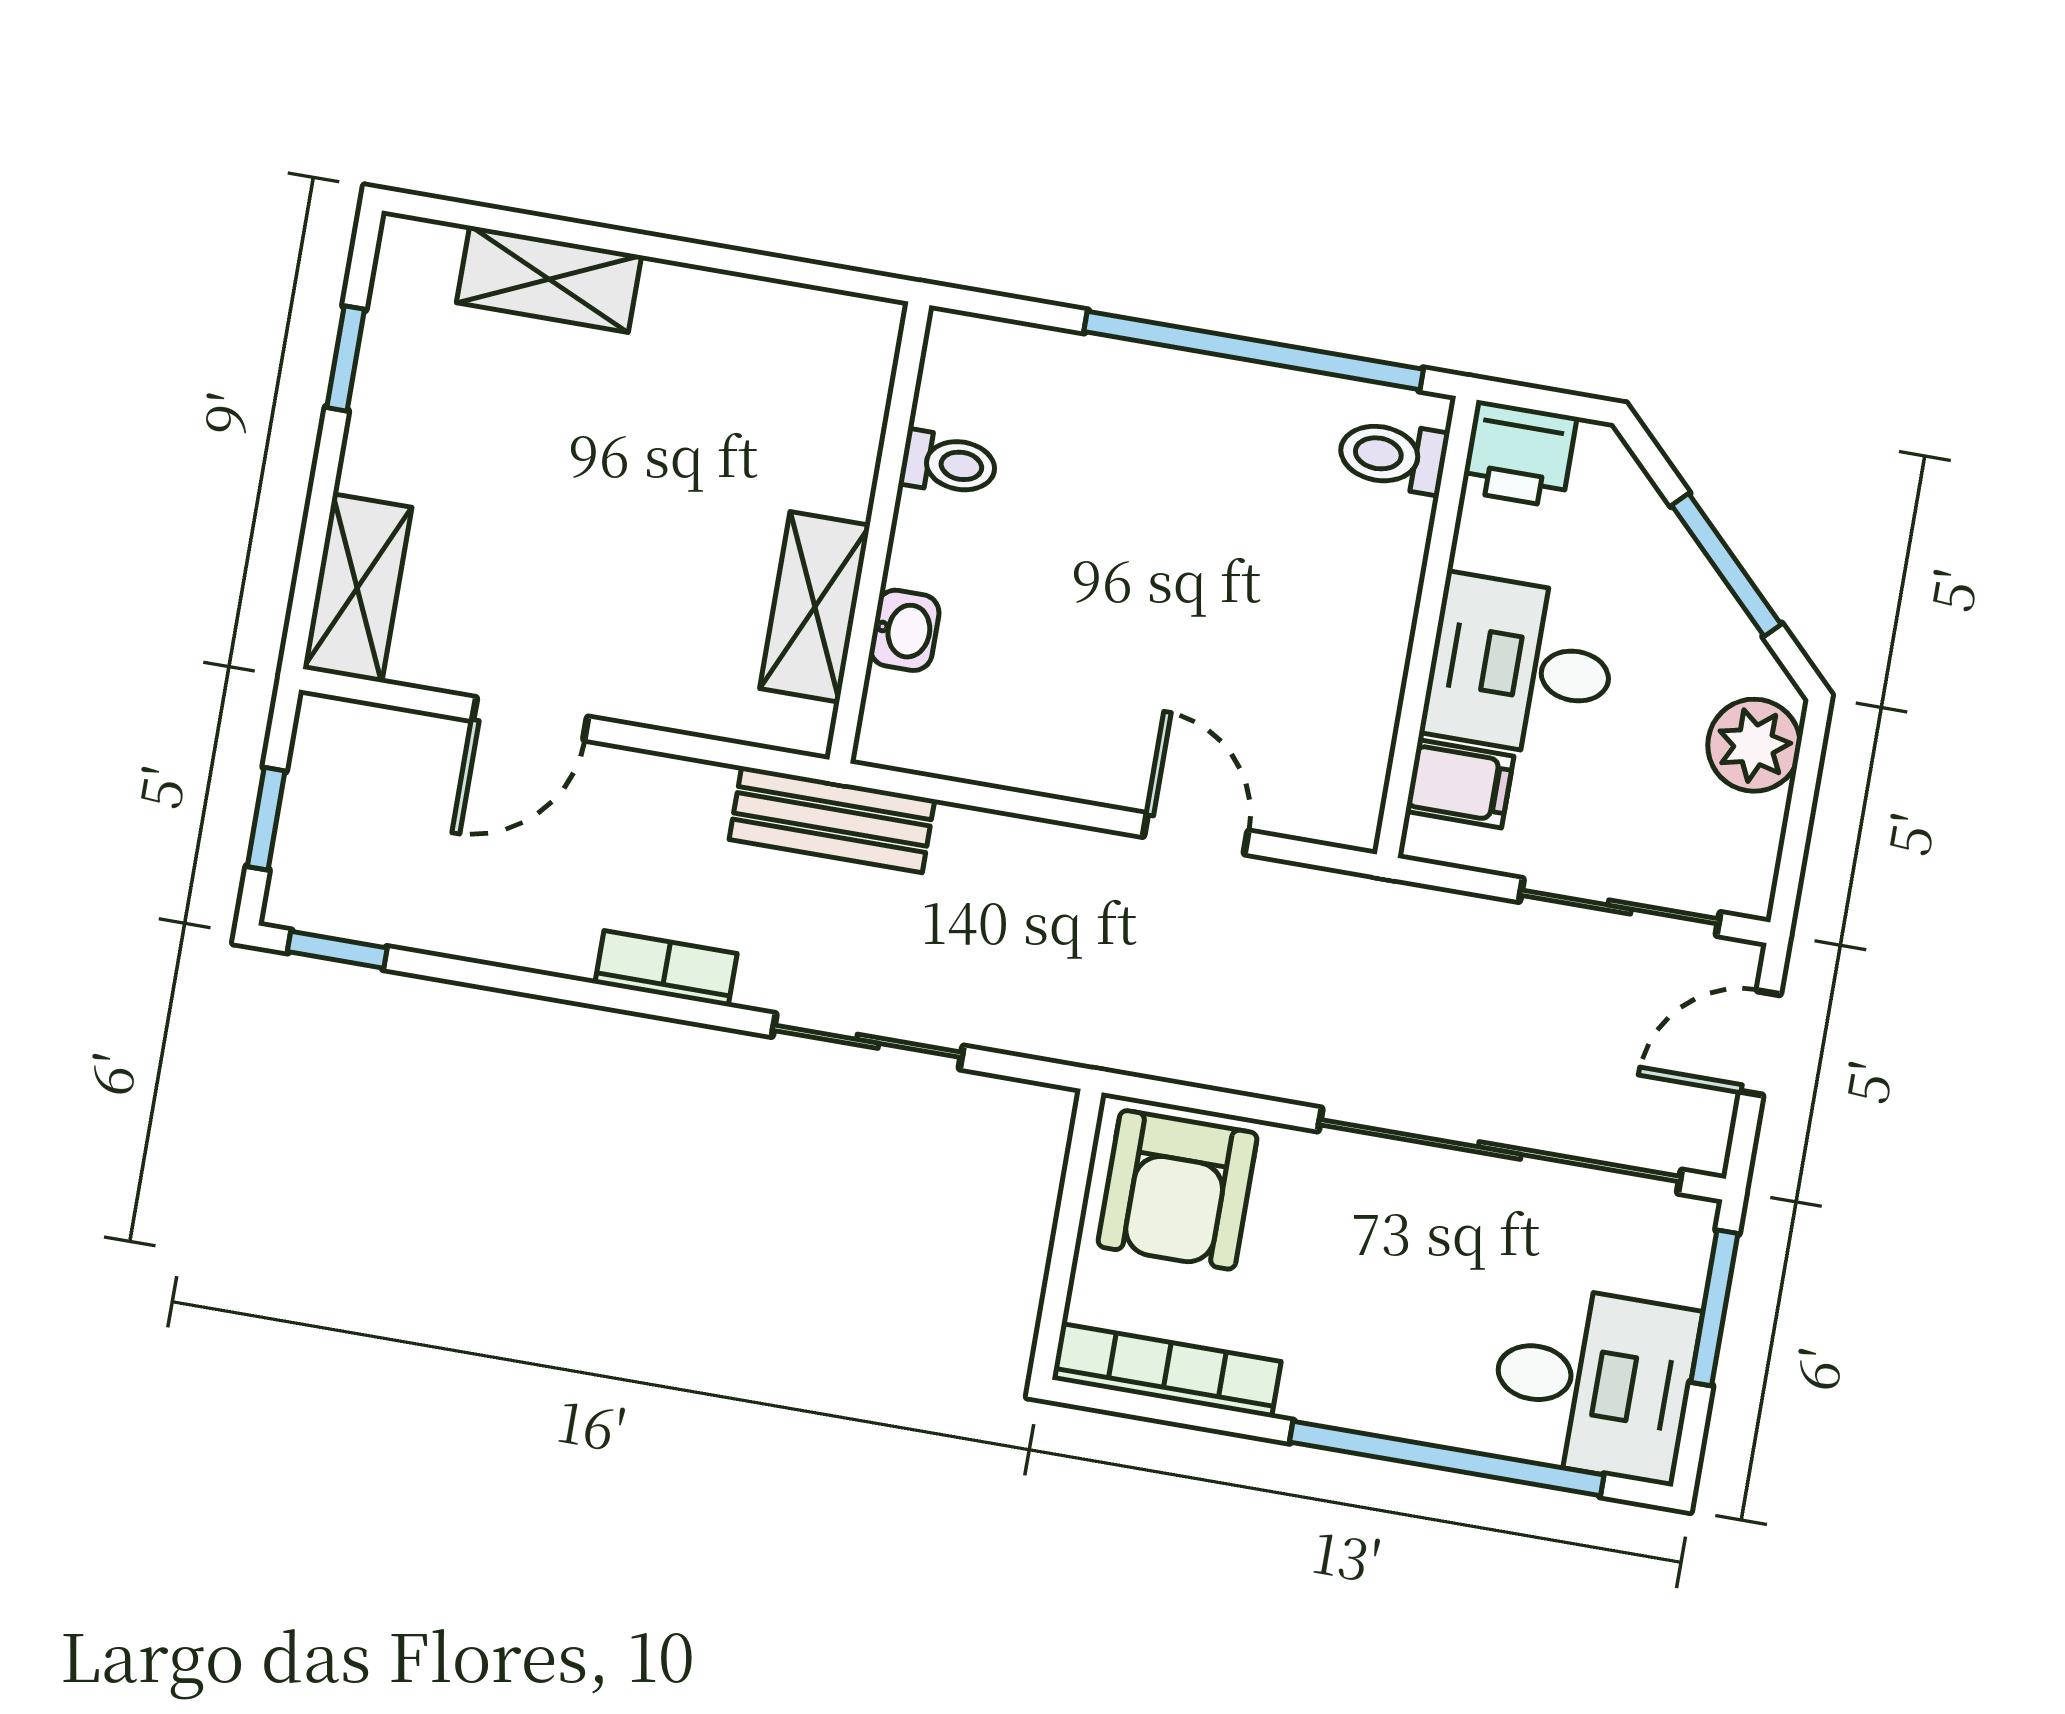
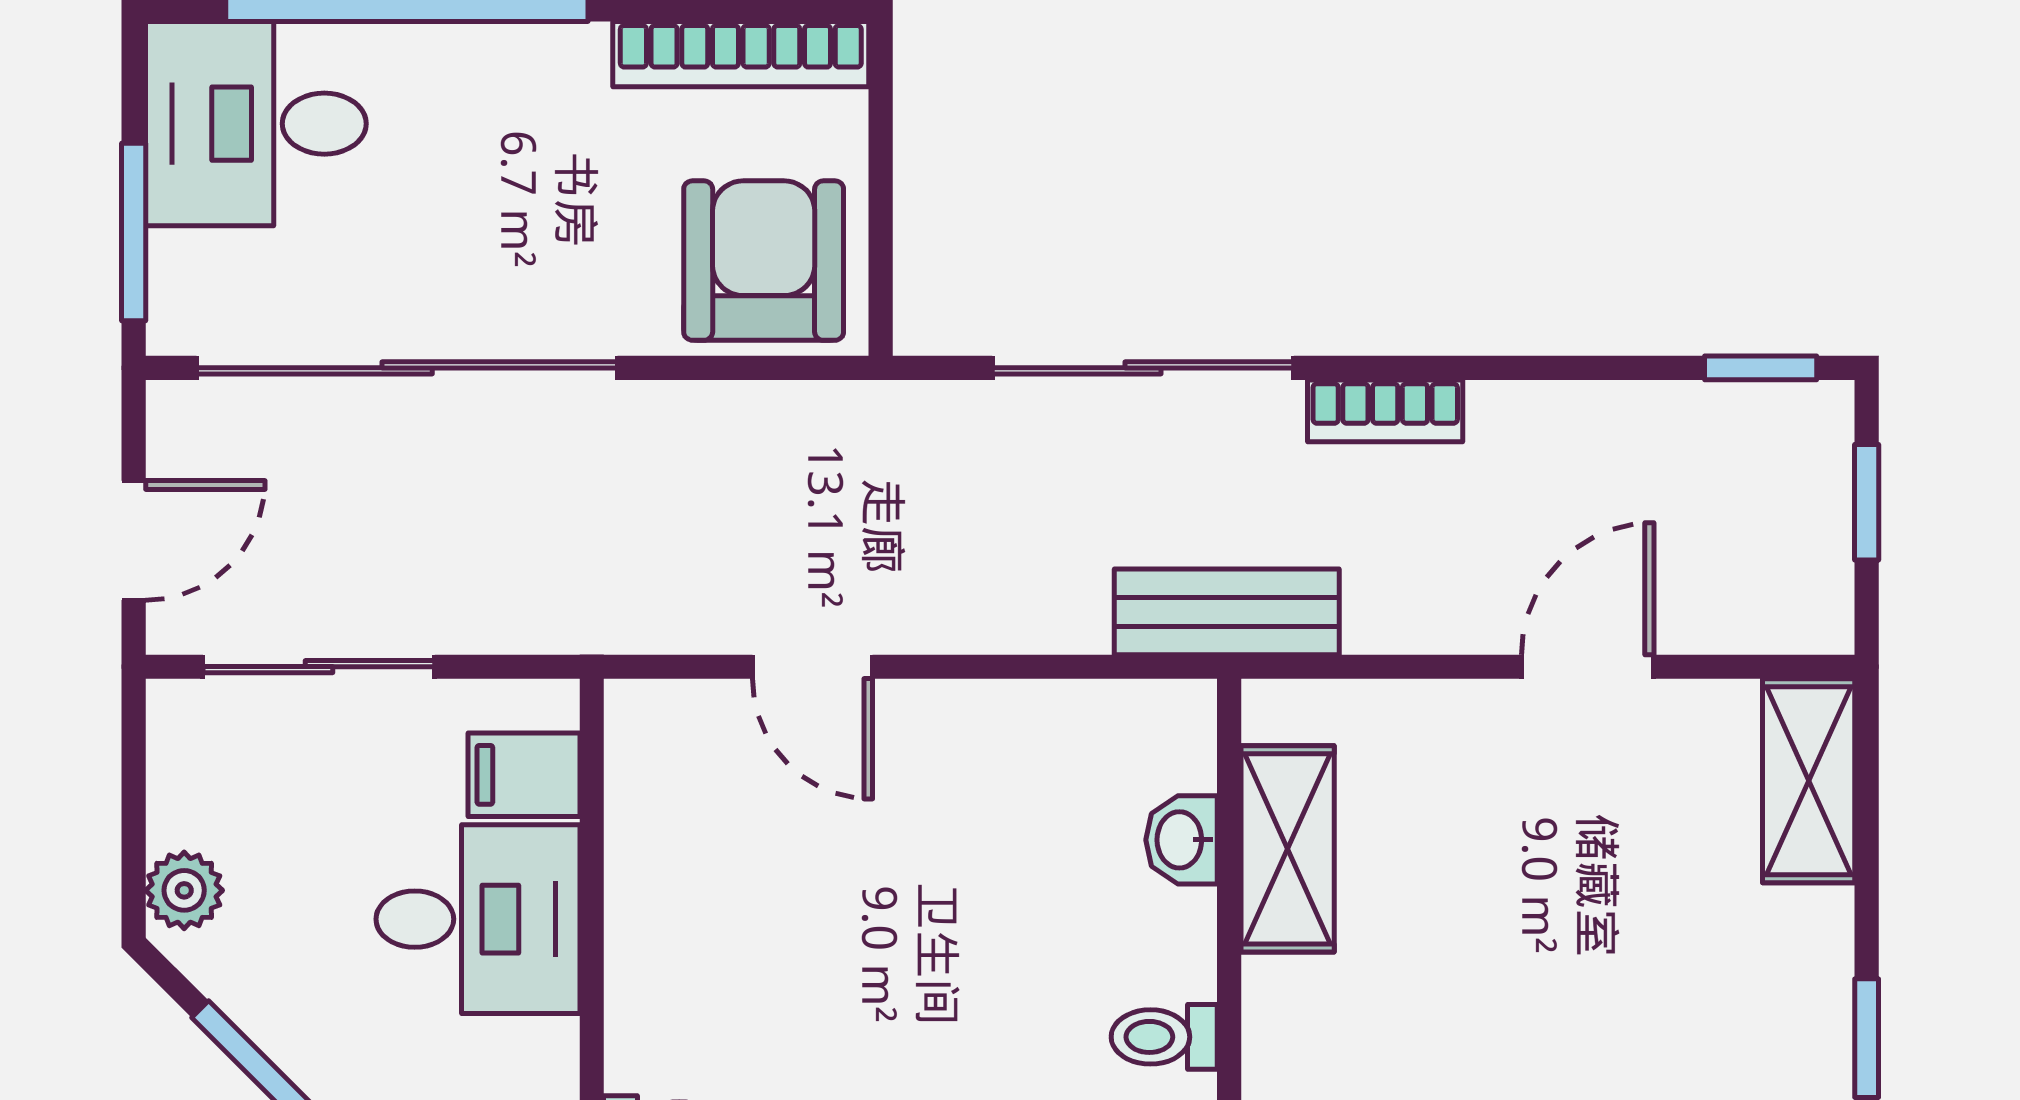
plant: (1754, 745) -> (184, 890), width x0.73, depth x0.73
sliding door: (868, 1041) -> (1143, 368), width x1.37

